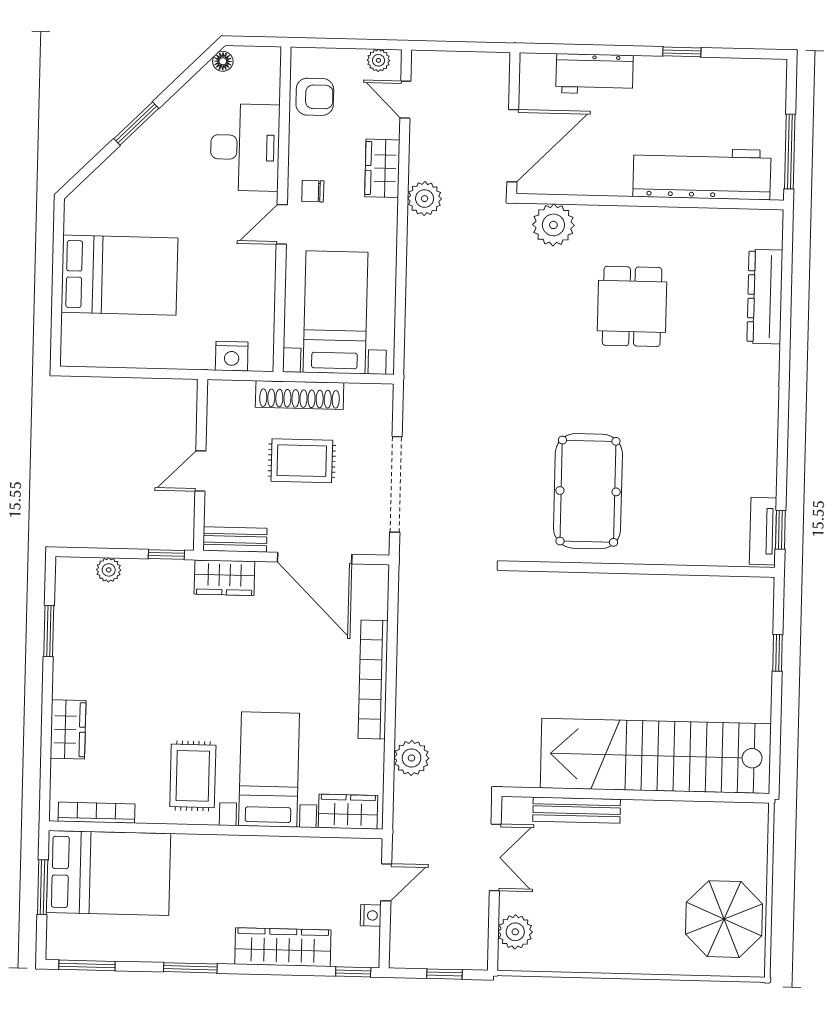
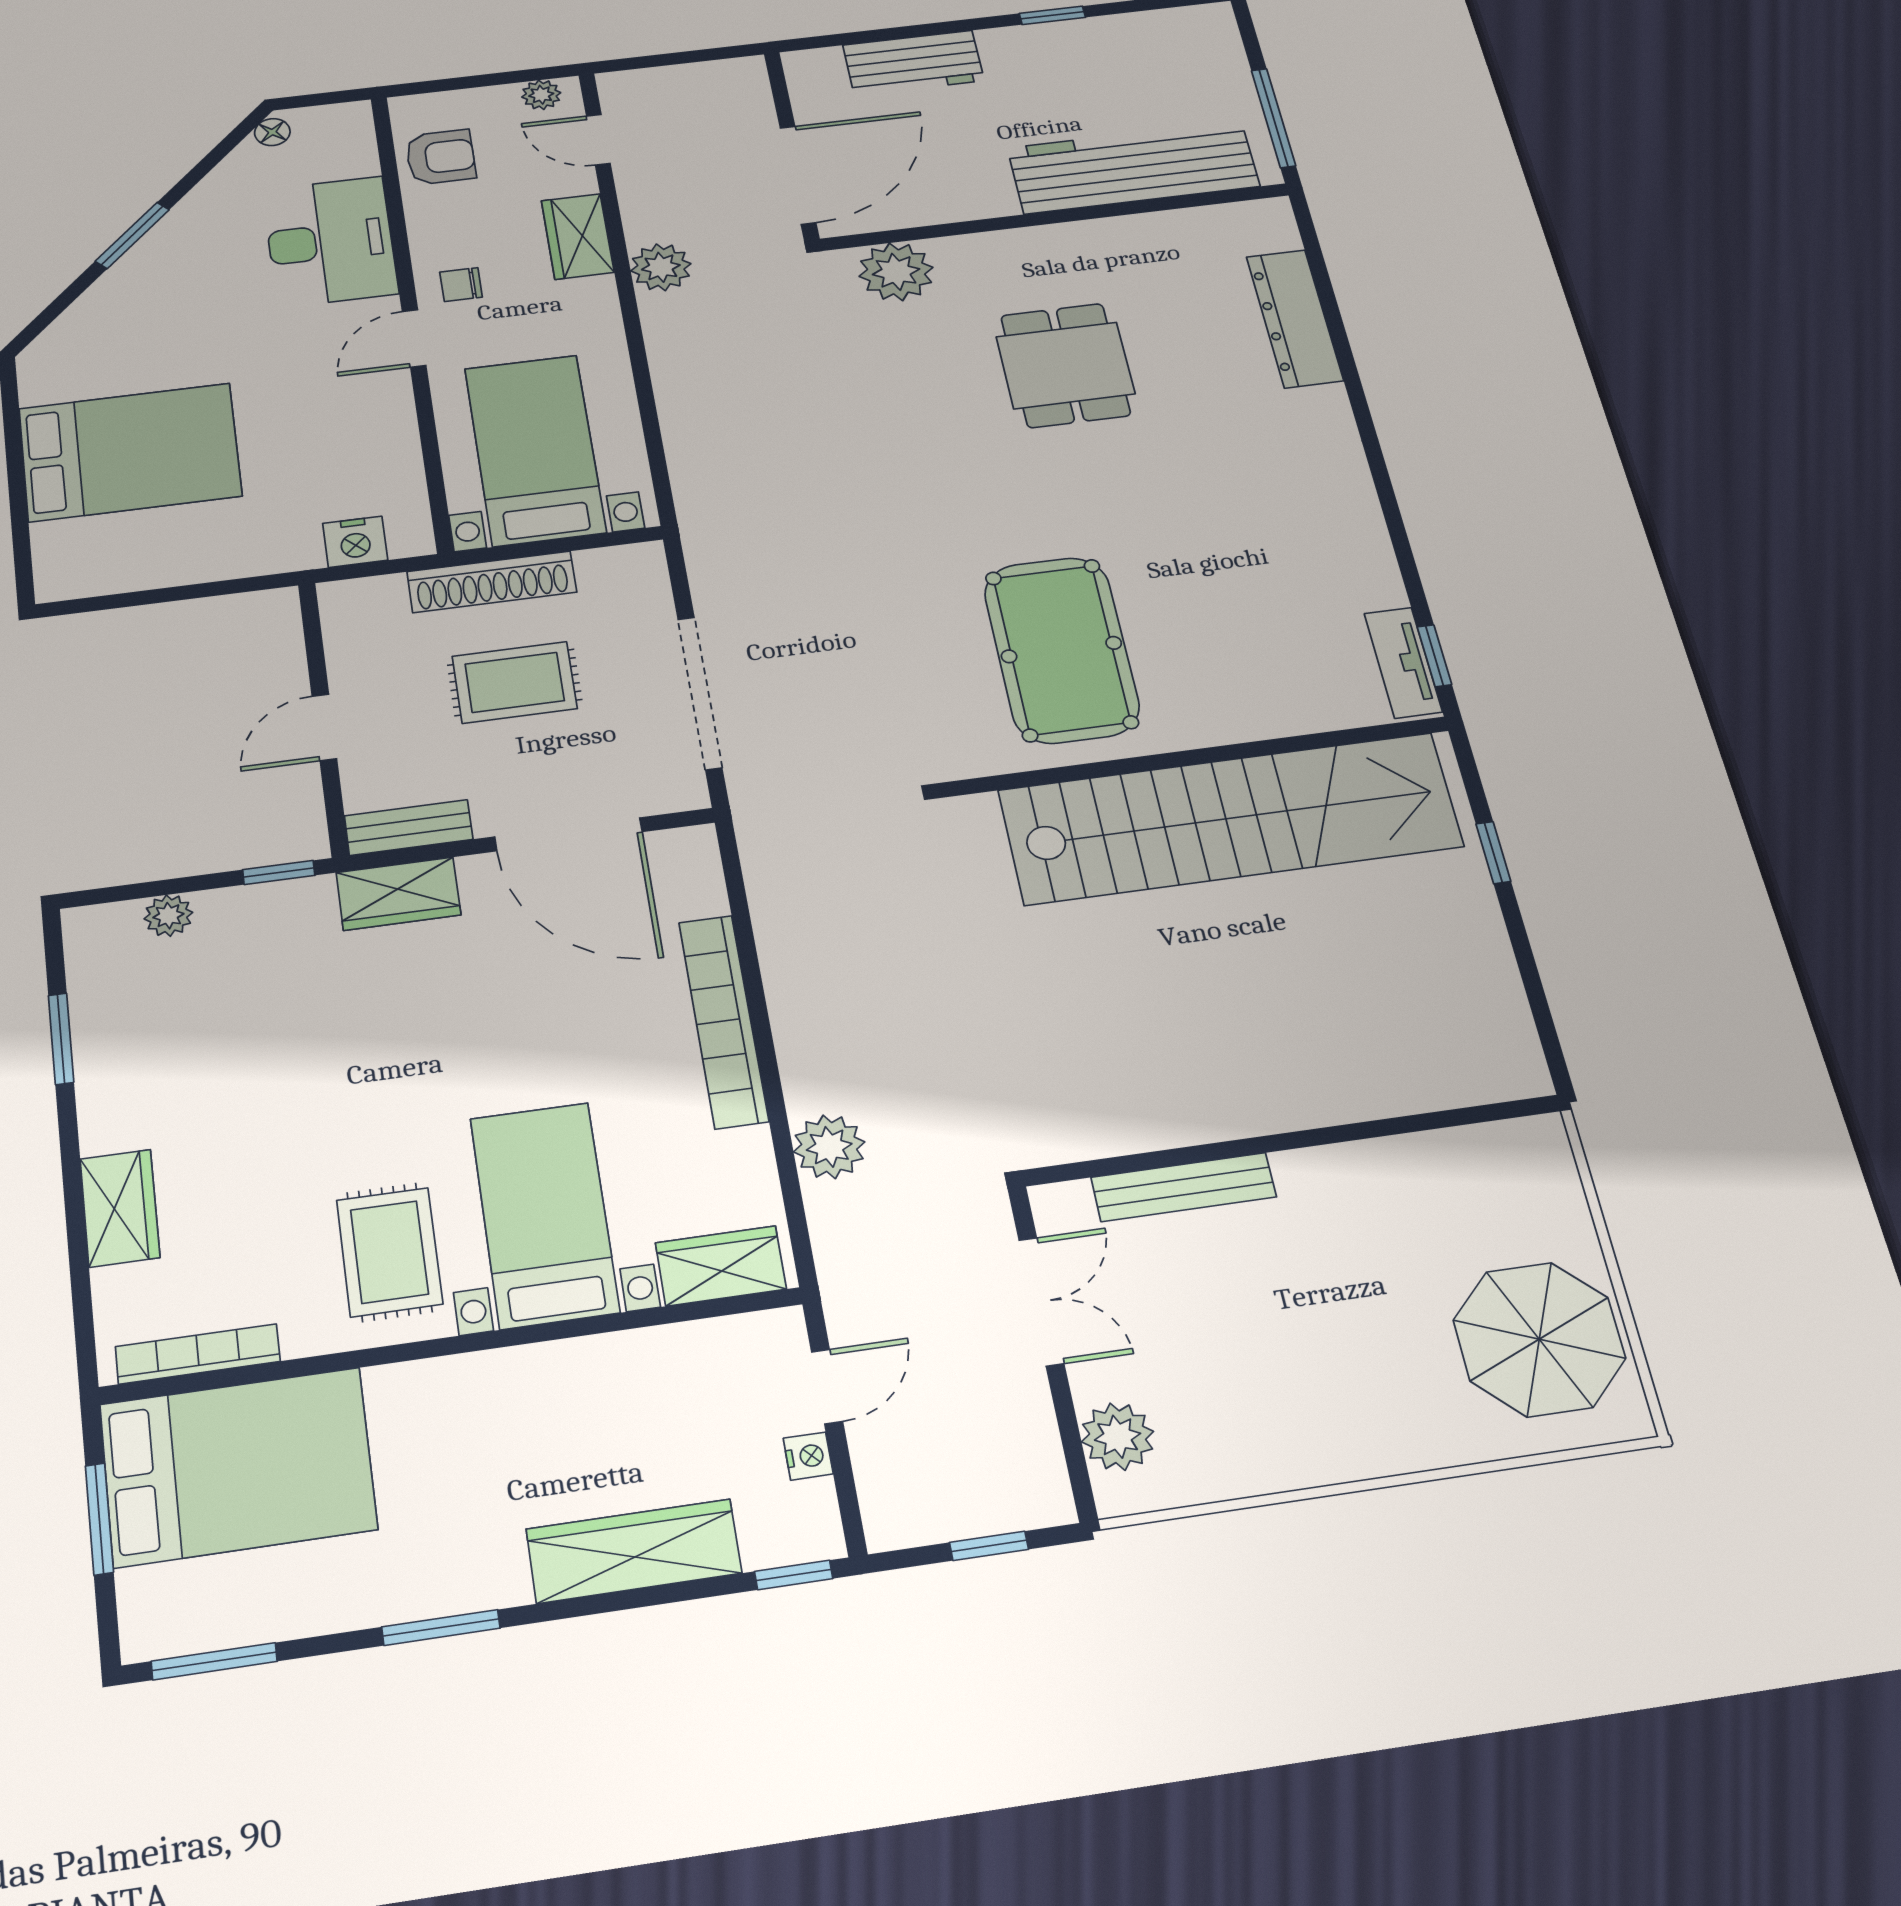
stairs: (656, 756) -> (1230, 818), moved, turned 180

